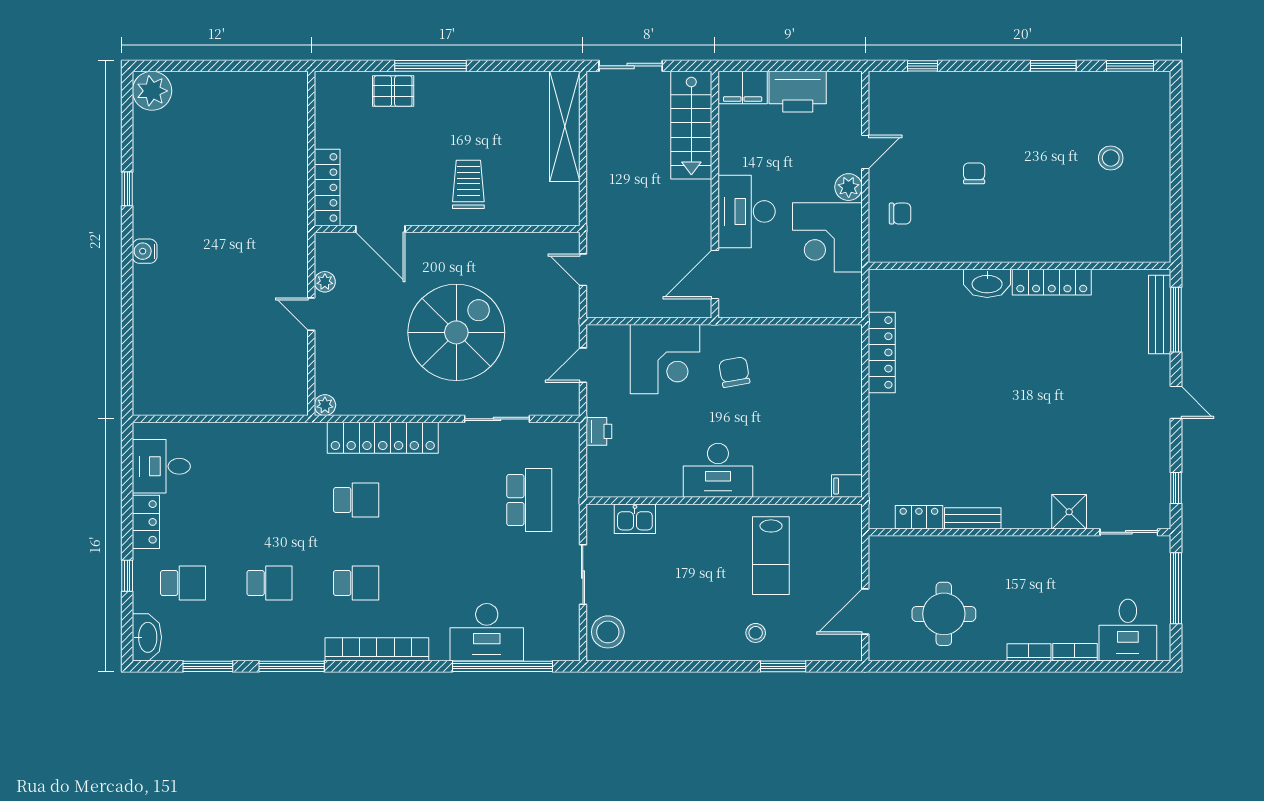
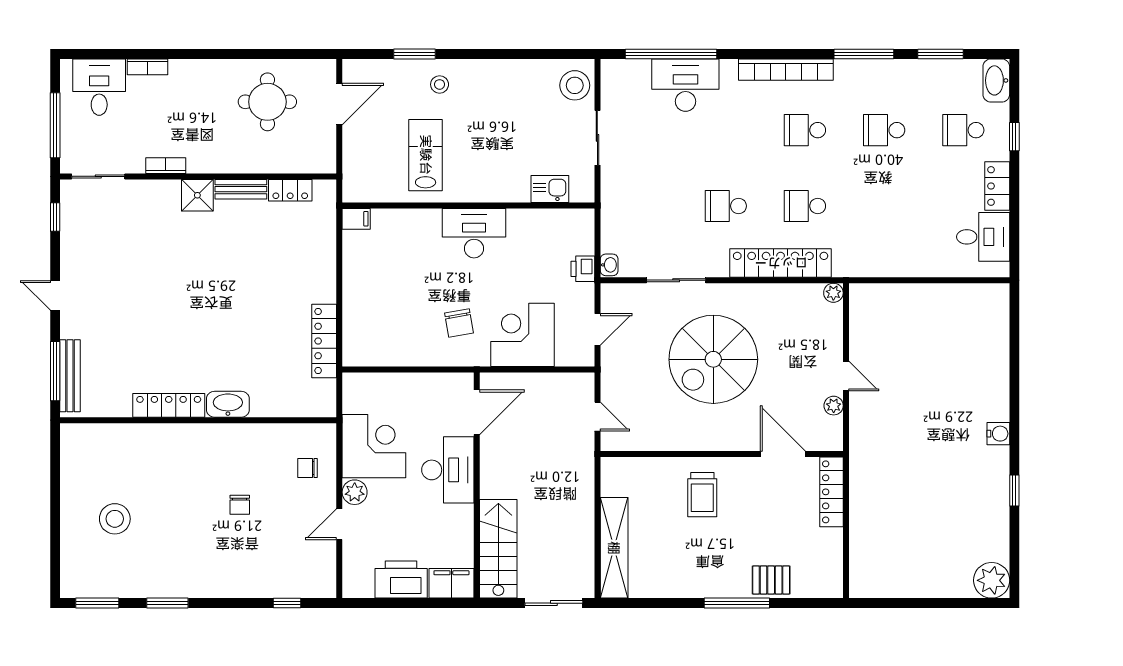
stool: (1111, 158) -> (115, 519), width x1.38, depth x1.38
washbasin: (570, 436) -> (609, 265), added
school desk: (529, 500) -> (726, 206), moved, width x0.54
shower: (1069, 512) -> (197, 195), moved
bookcase: (1029, 652) -> (166, 166), moved, turned 180

